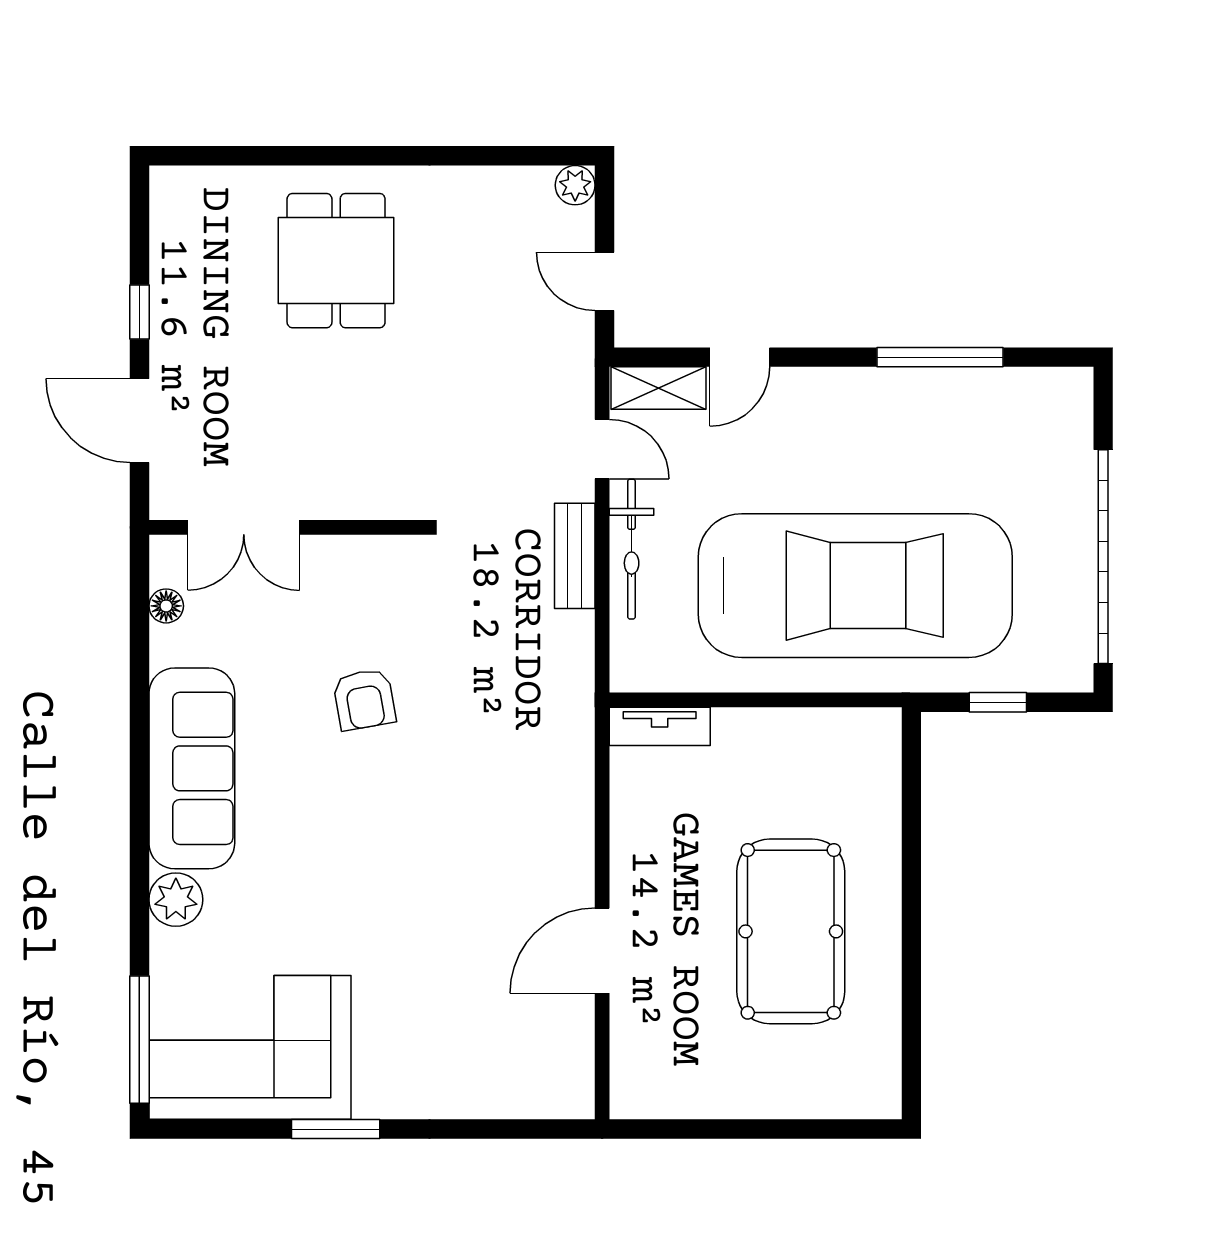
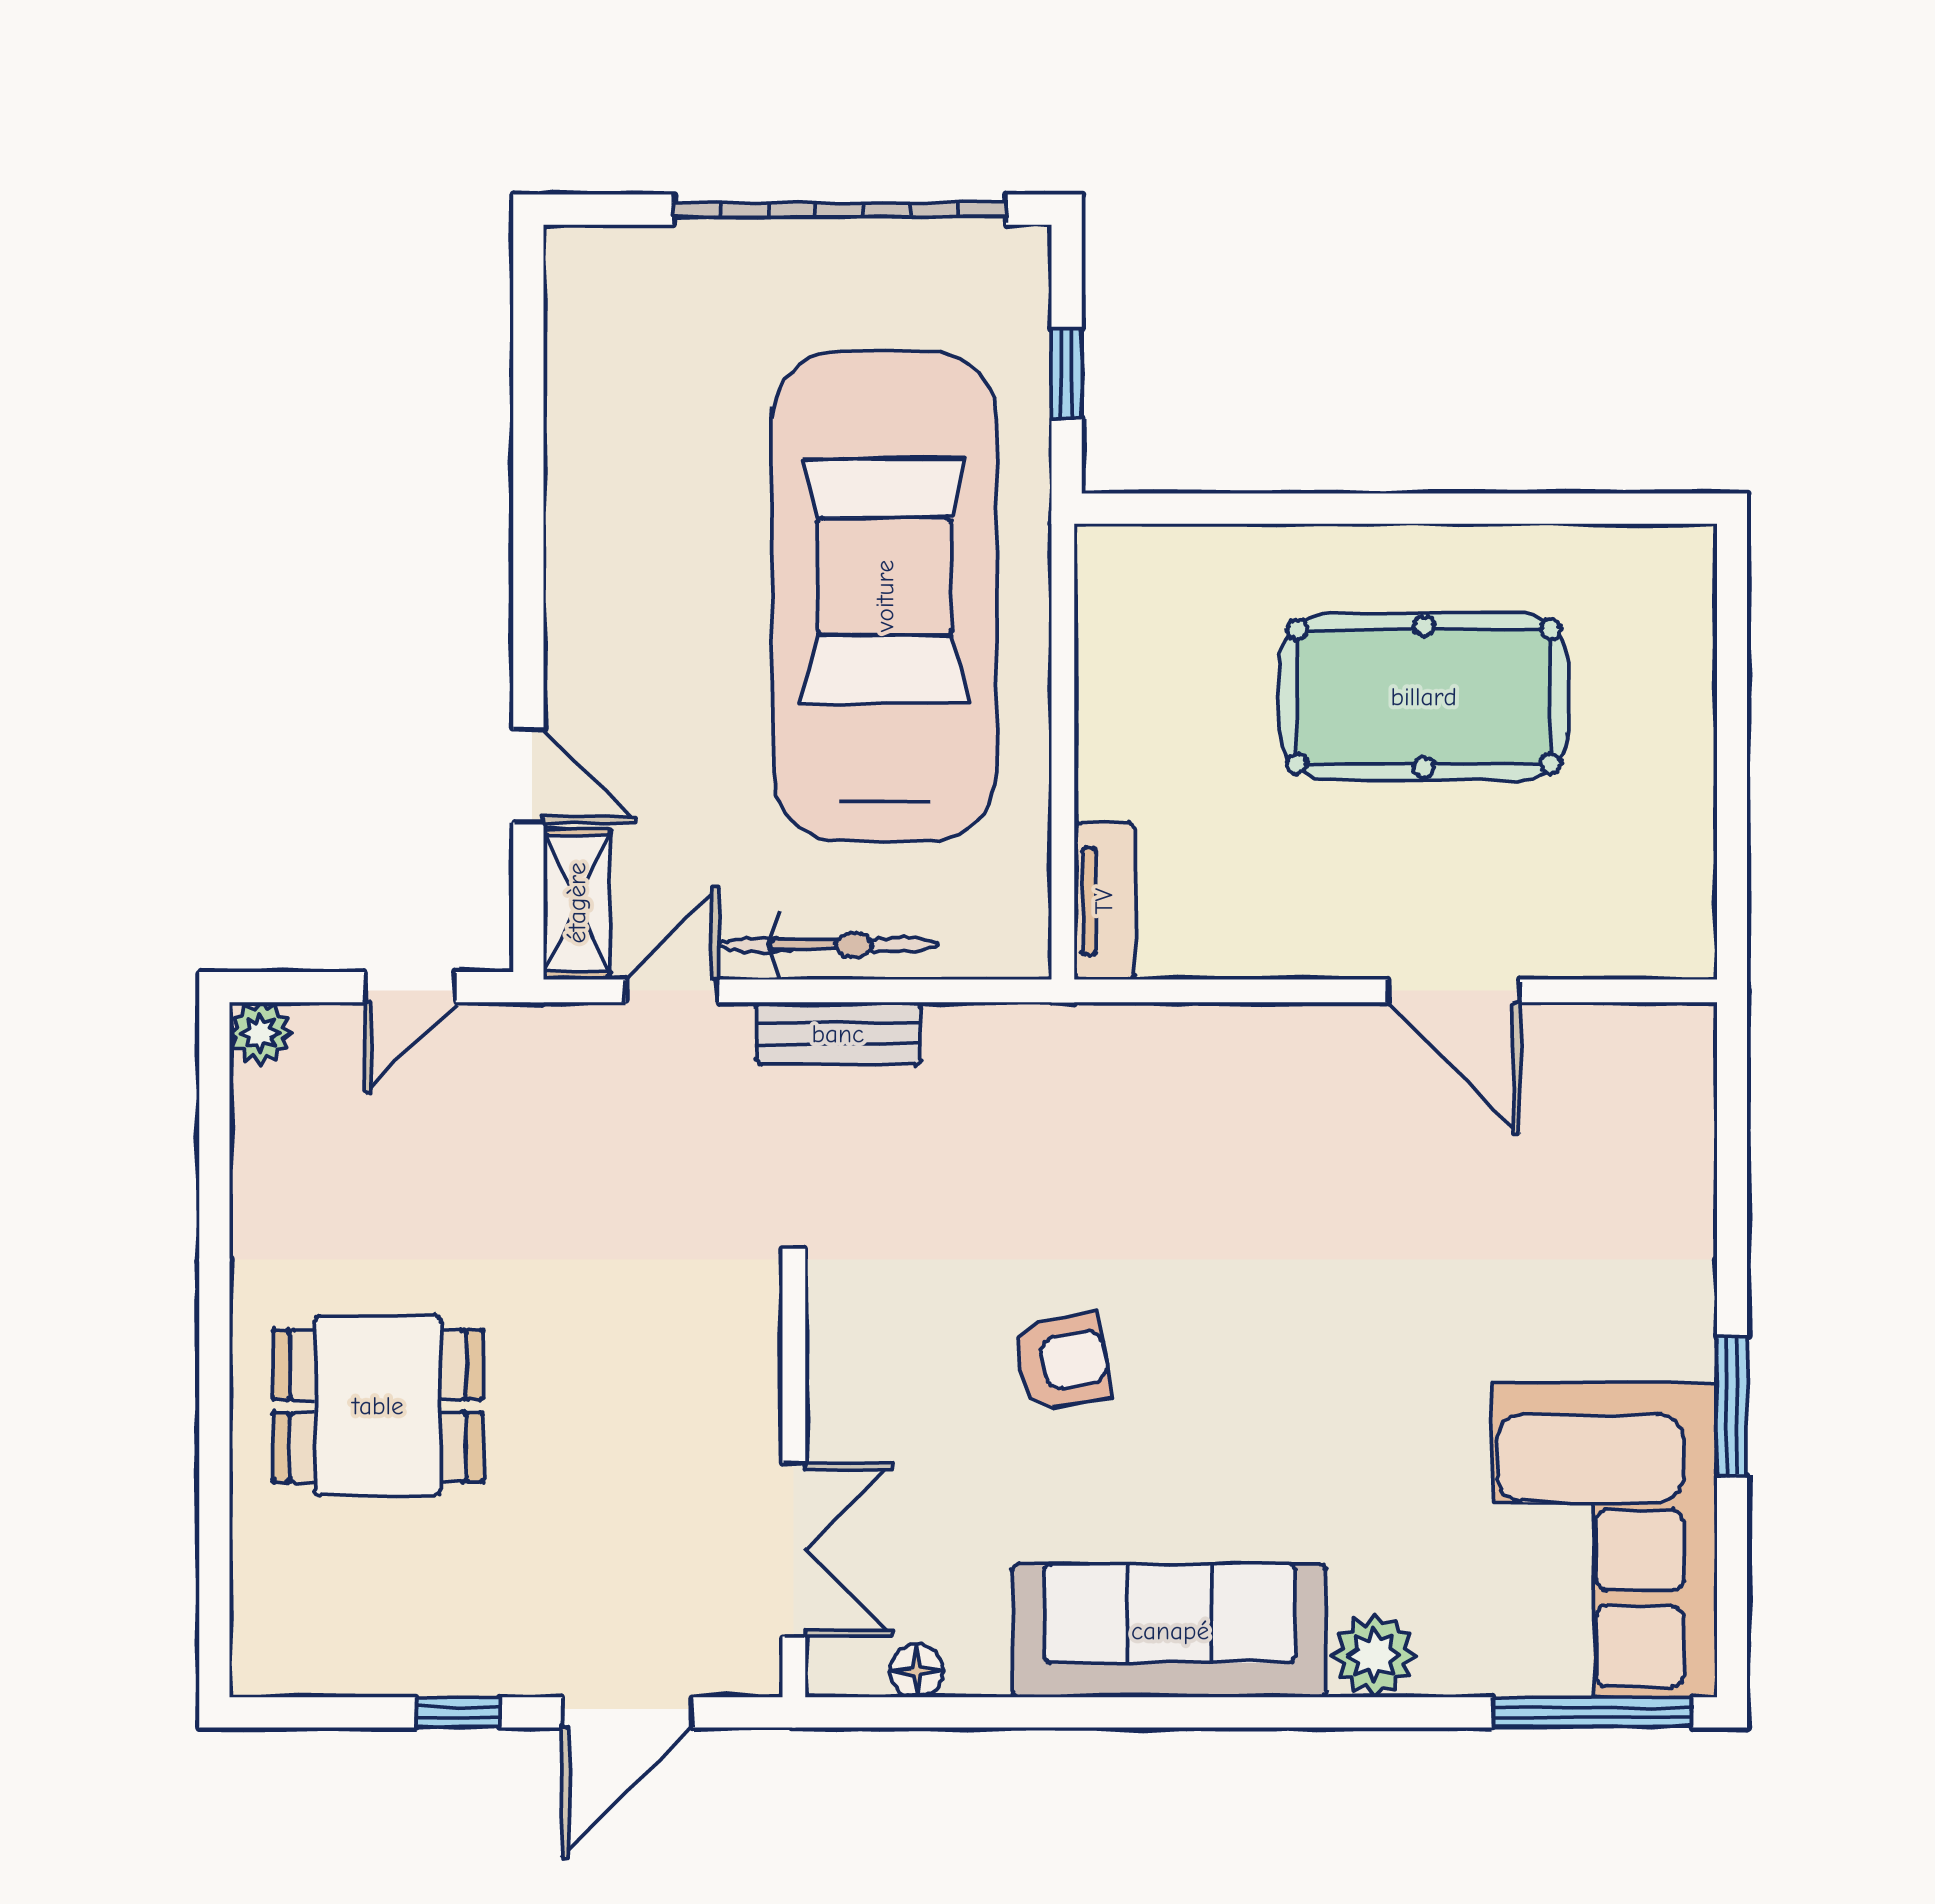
window: (940, 357) -> (528, 464), removed

